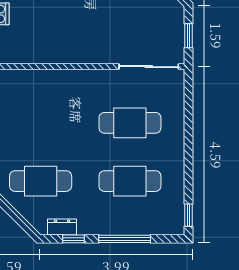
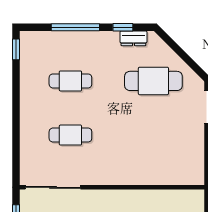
cafe table: (130, 123) -> (70, 135), width x0.73, depth x0.74
cafe table: (130, 181) -> (70, 81), width x0.73, depth x0.74

